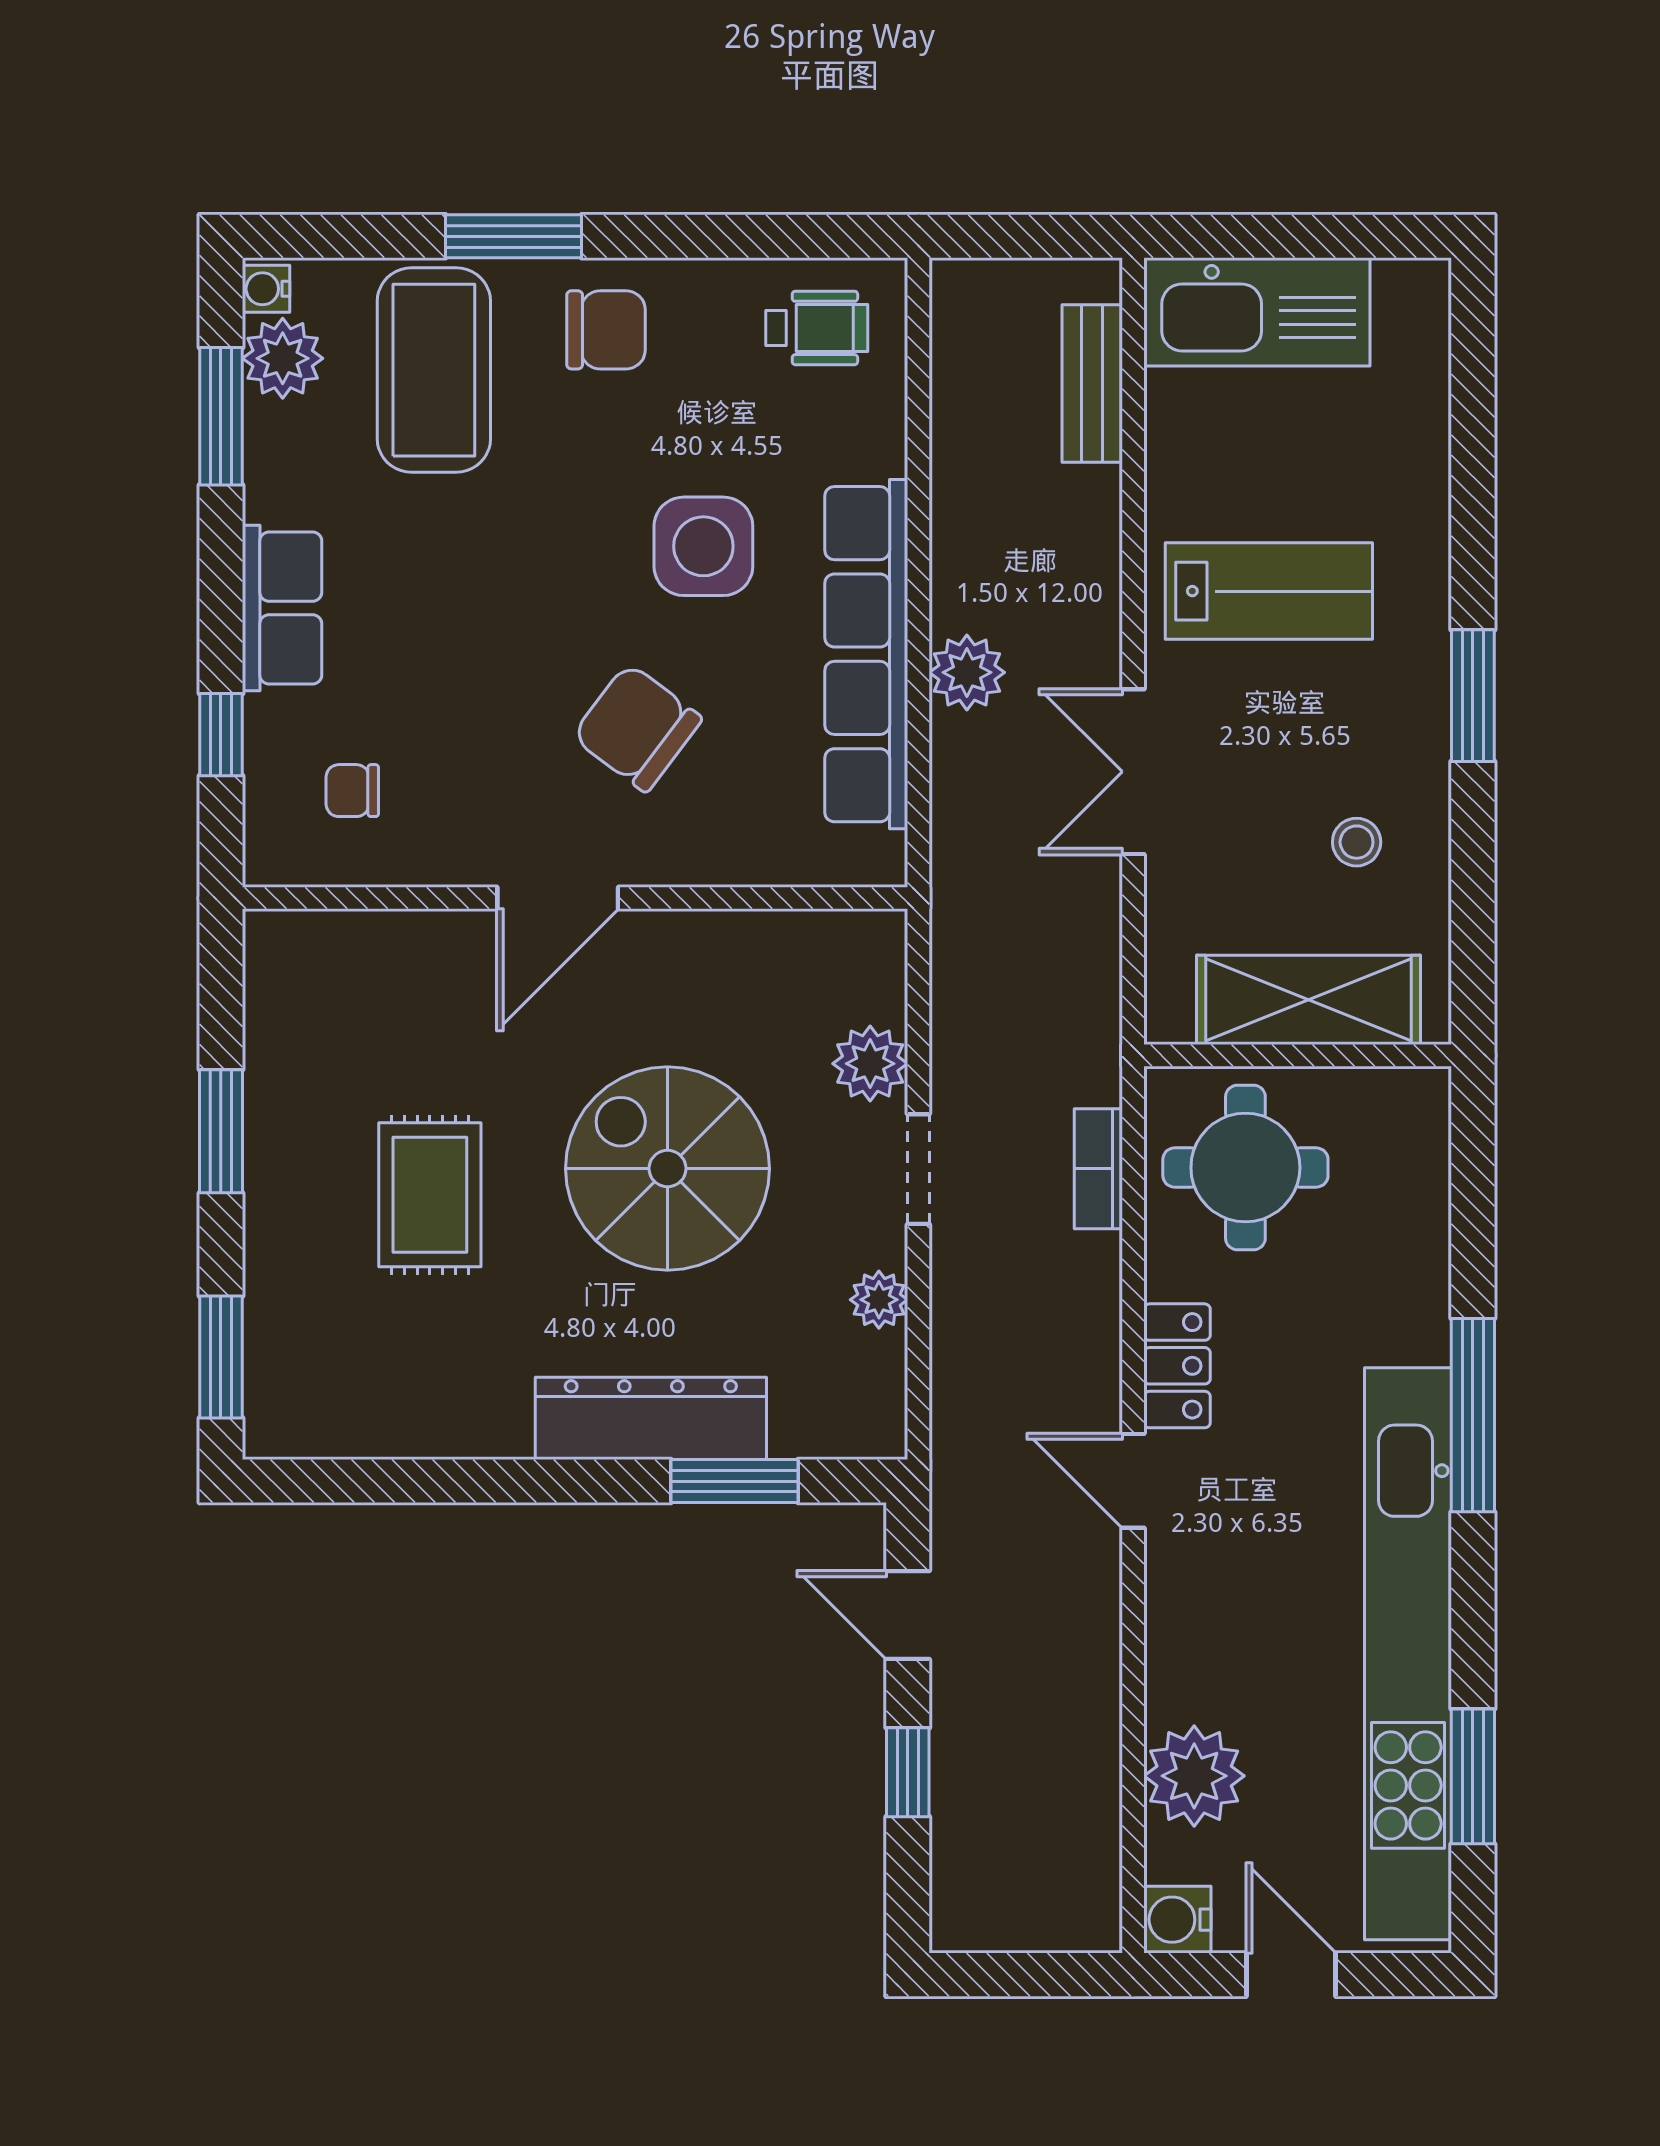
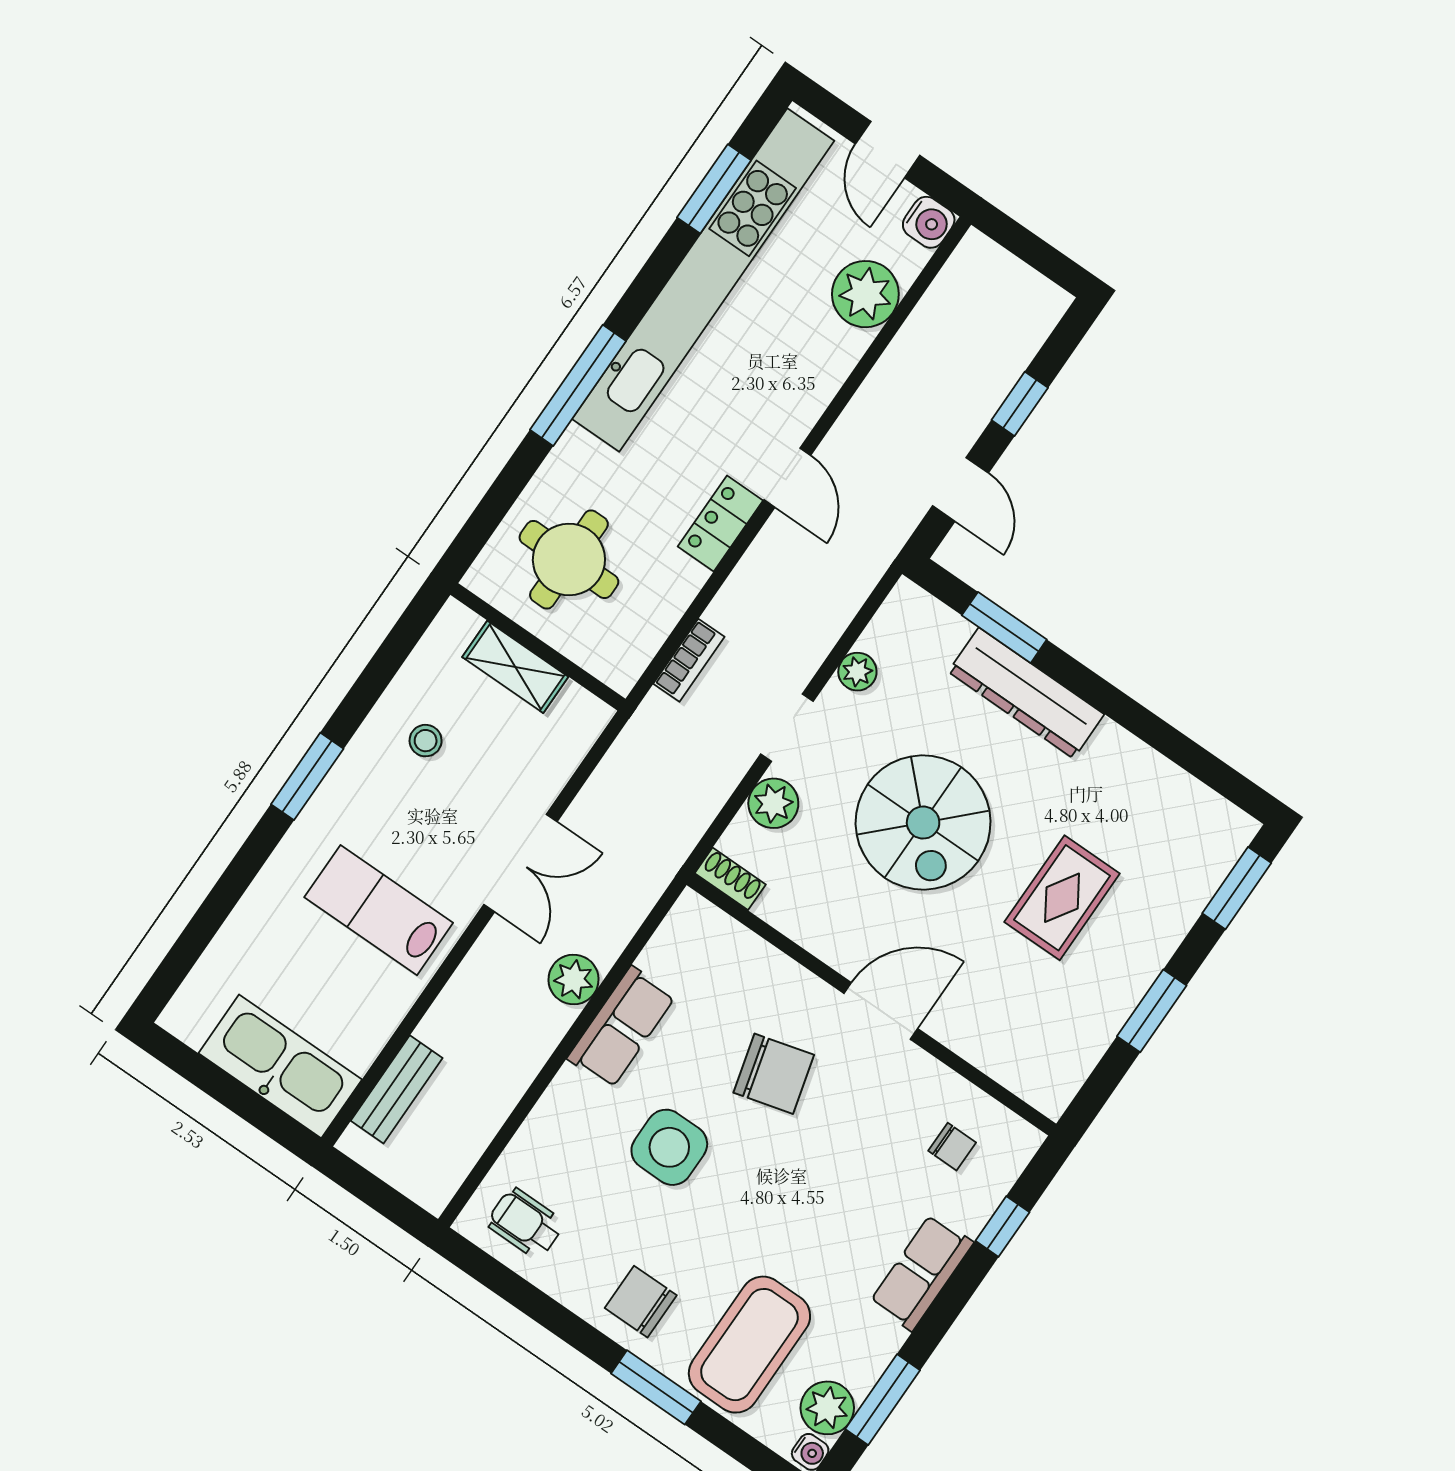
row of seats: (866, 654) -> (621, 1027), width x0.50
chair: (637, 728) -> (774, 1074), turned -52
shoe rack: (859, 933) -> (730, 879), added
shelving: (1308, 1000) -> (515, 667), width x0.67, depth x0.75
round table: (1245, 1168) -> (569, 559), moved

